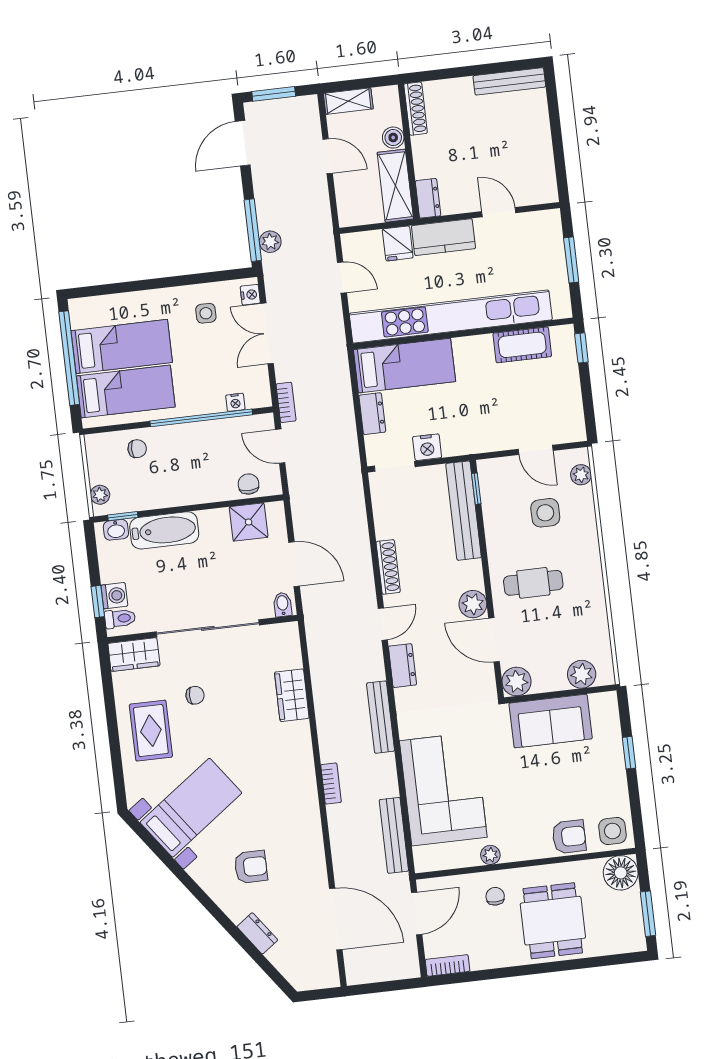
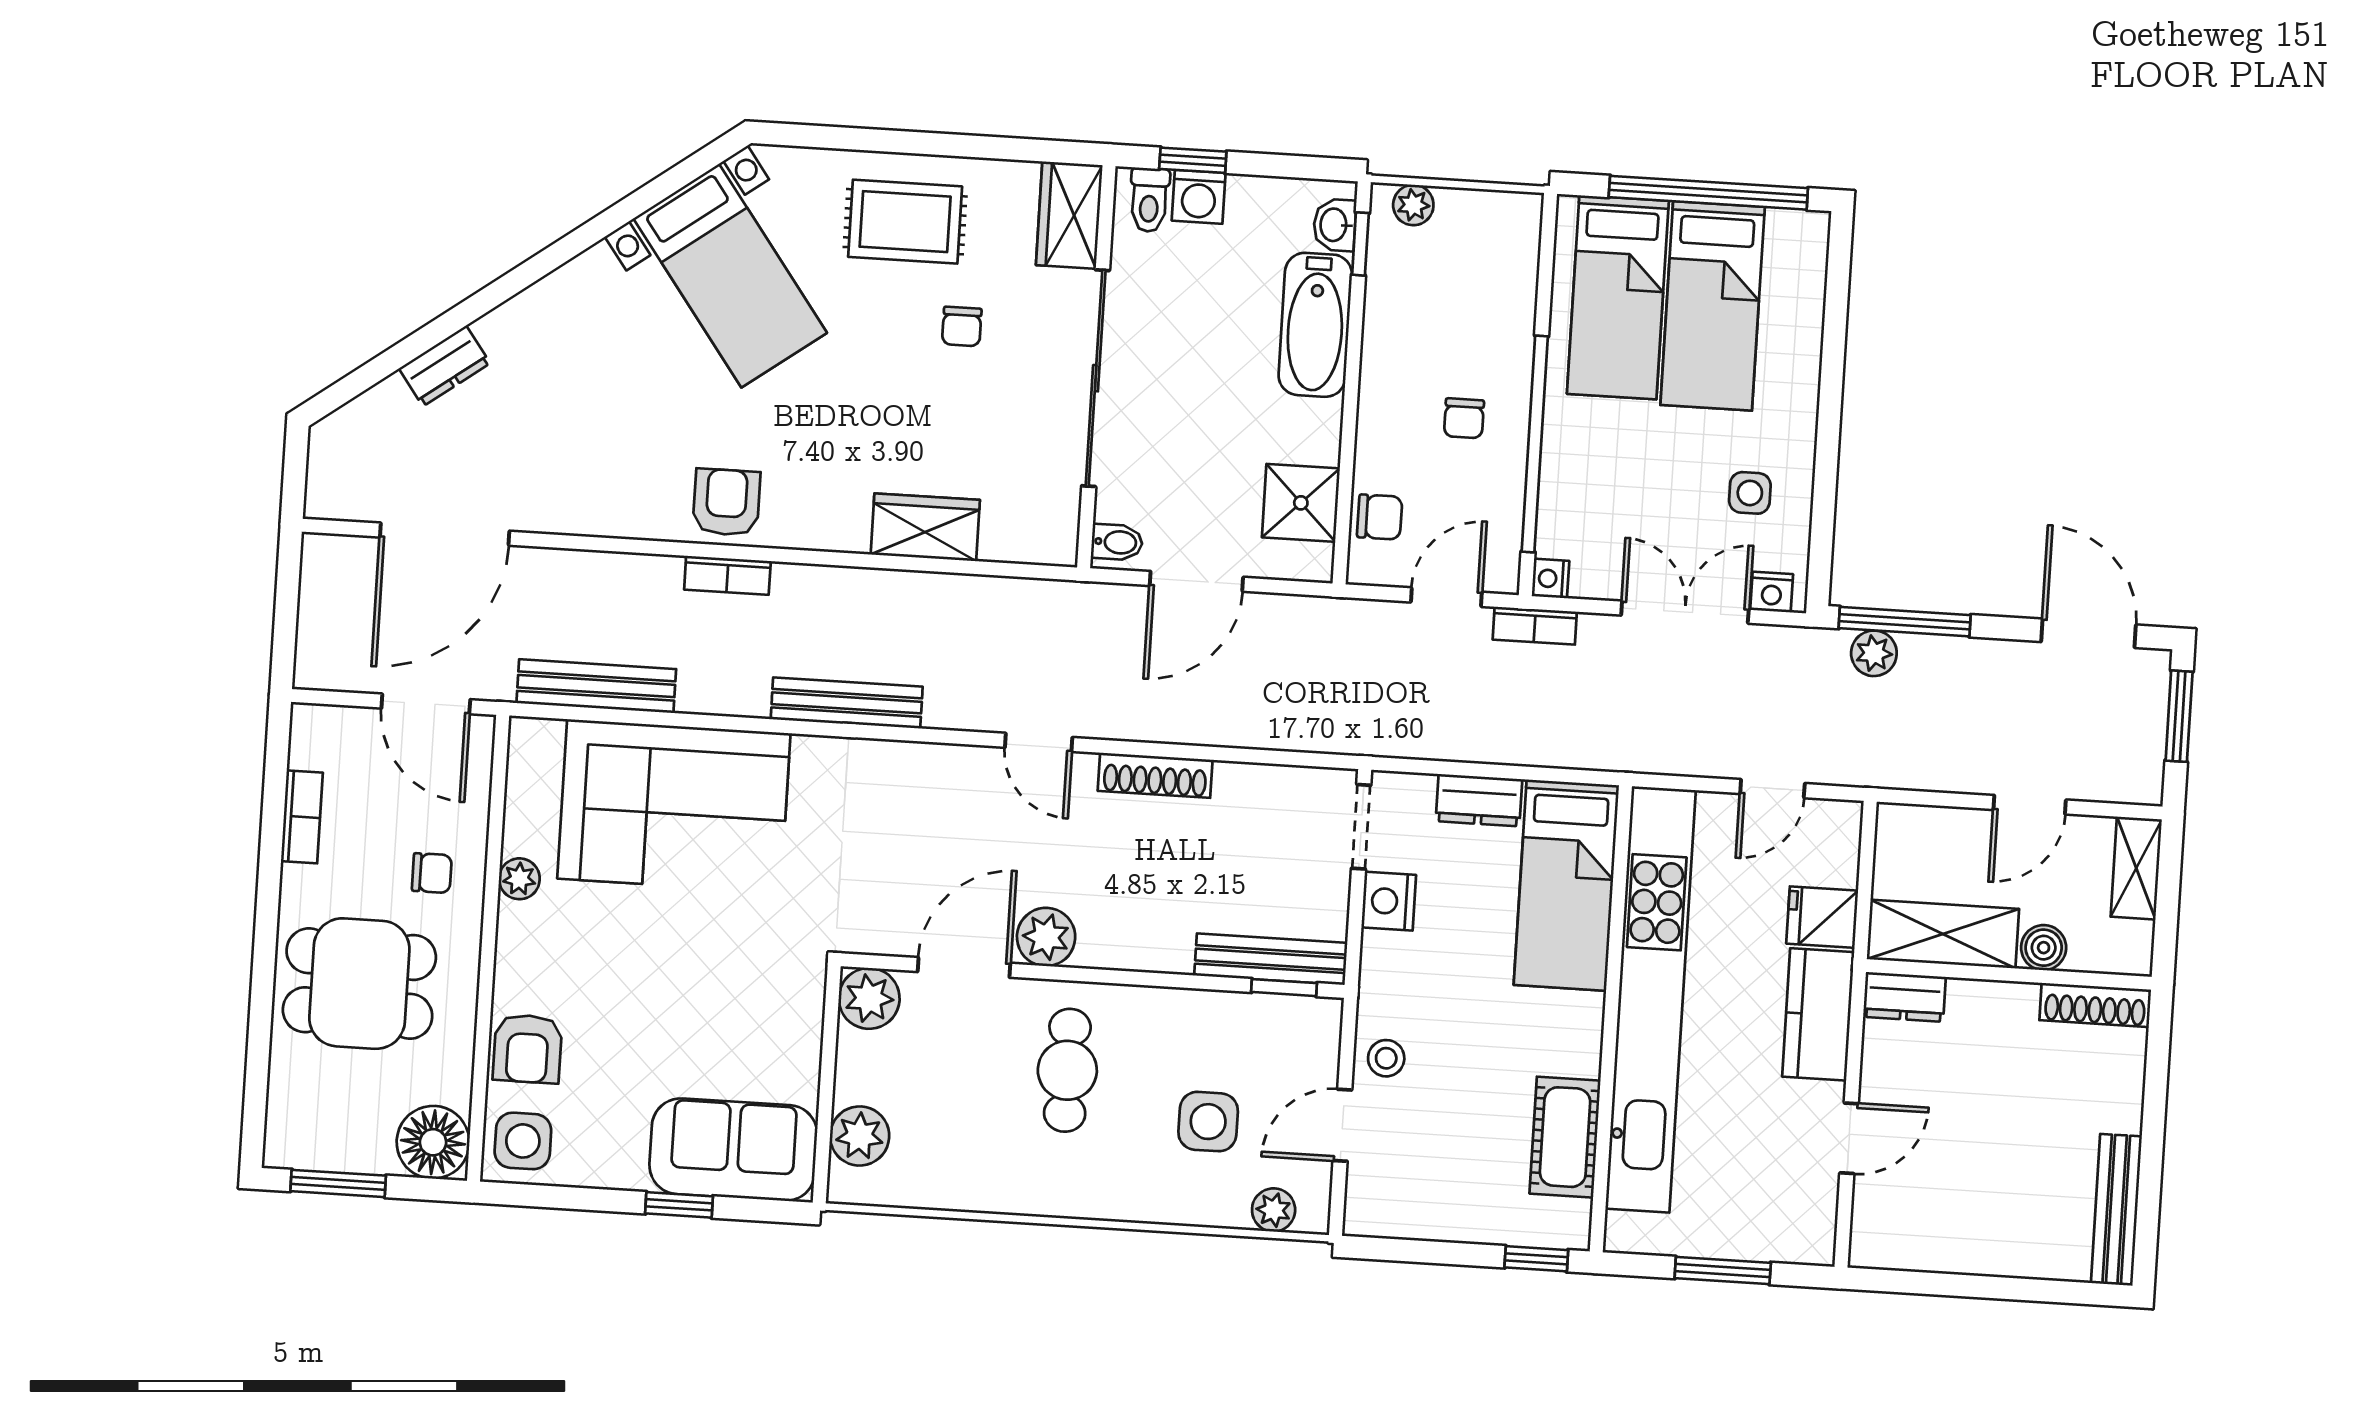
nightstand: (235, 402) -> (1550, 579), moved
stool: (501, 435) -> (1386, 1058), added
chair: (137, 449) -> (1464, 418), moved
bench: (464, 511) -> (1271, 959), width x0.73, depth x0.82
dresser: (402, 666) -> (945, 768), removed
sofa: (551, 721) -> (733, 1150), moved, turned 90
armchair: (251, 867) -> (726, 502), moved, turned 180
bookcase: (448, 965) -> (302, 817), moved

